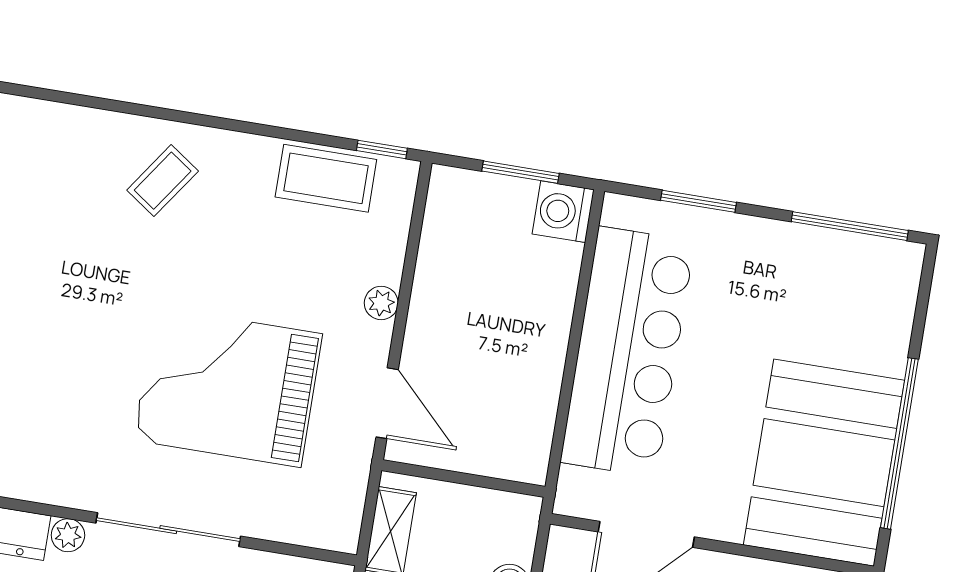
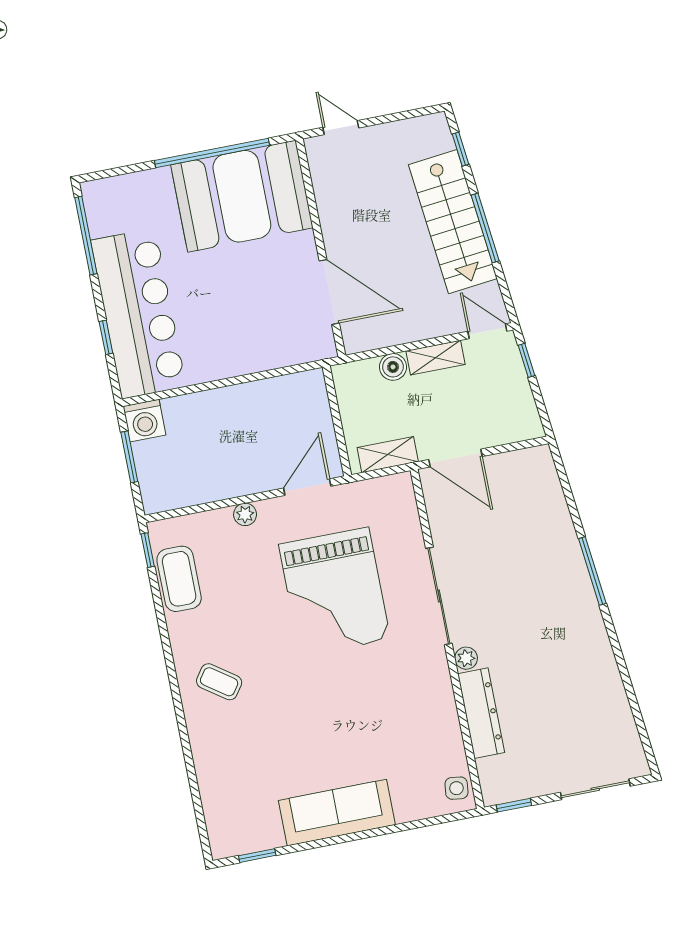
window: (698, 201) -> (106, 337), width x0.67
bar counter: (627, 352) -> (138, 313), moved, turned 90

